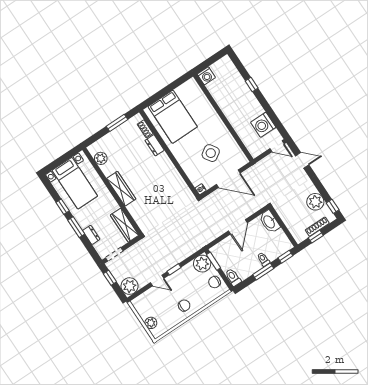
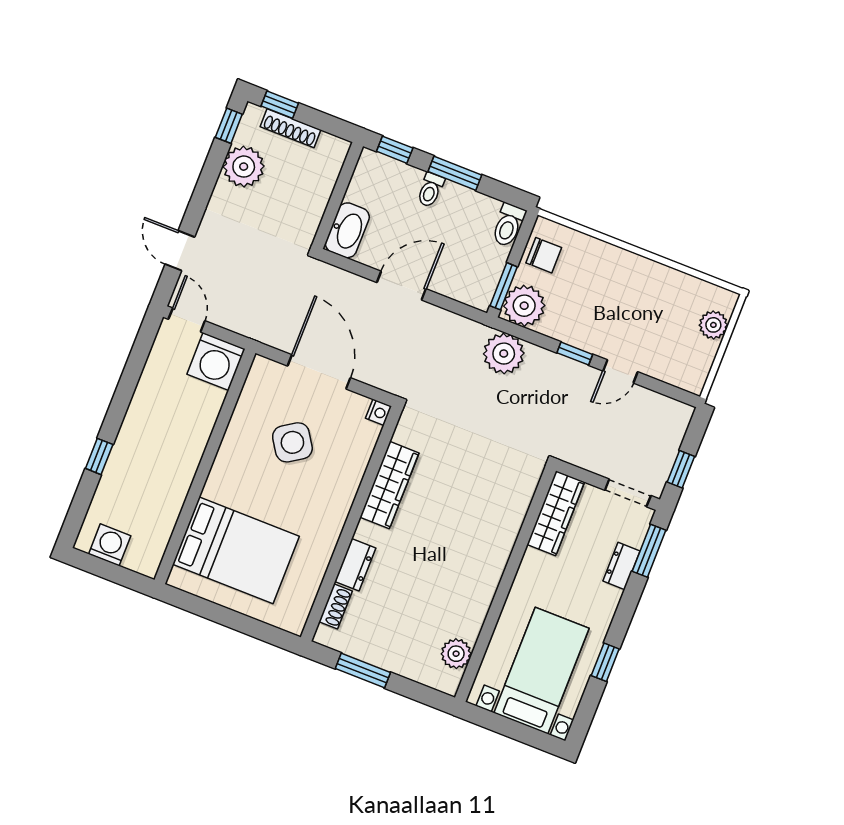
washing machine: (206, 76) -> (110, 545), moved
bed: (173, 117) -> (236, 550), moved, turned 90
washing machine: (263, 125) -> (216, 362), moved, turned 90
wardrobe: (121, 189) -> (389, 485), moved, turned 180
window: (76, 227) -> (649, 551), moved
window: (316, 237) -> (280, 105), moved
door: (157, 280) -> (620, 371), swing flipped
plant: (130, 286) -> (504, 354), moved
chair: (184, 305) -> (632, 283), removed

